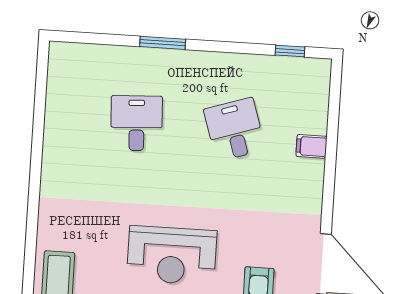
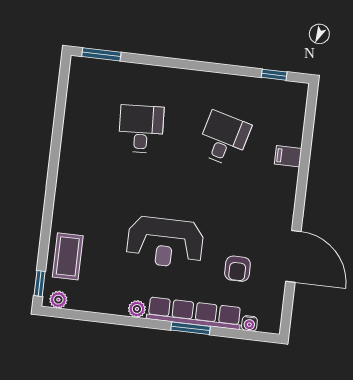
window: (163, 43) -> (101, 54), moved
desk: (235, 130) -> (224, 139), turned 33

